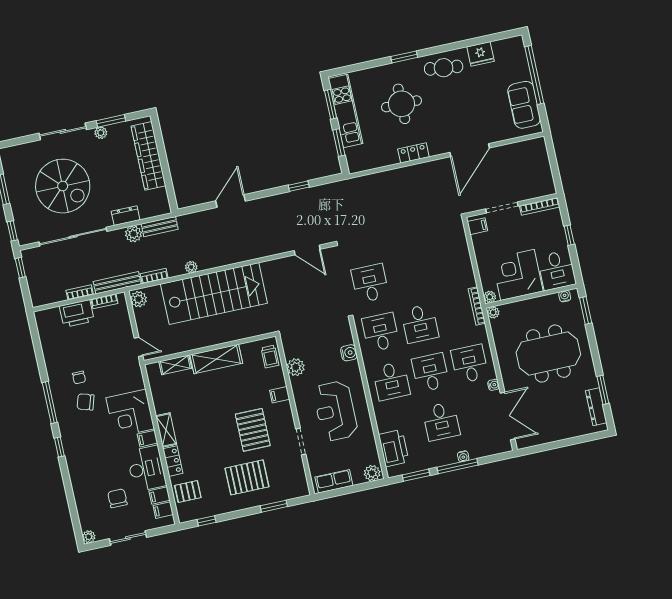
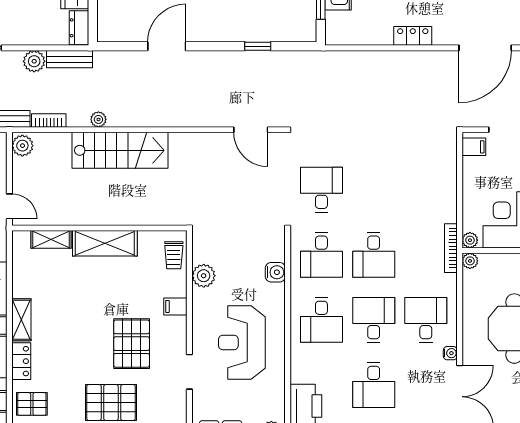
dresser: (126, 216) -> (79, 28), moved, turned -90
stairs: (214, 294) -> (120, 150), width x0.73, depth x0.66
desk: (381, 332) -> (321, 255), turned 180

